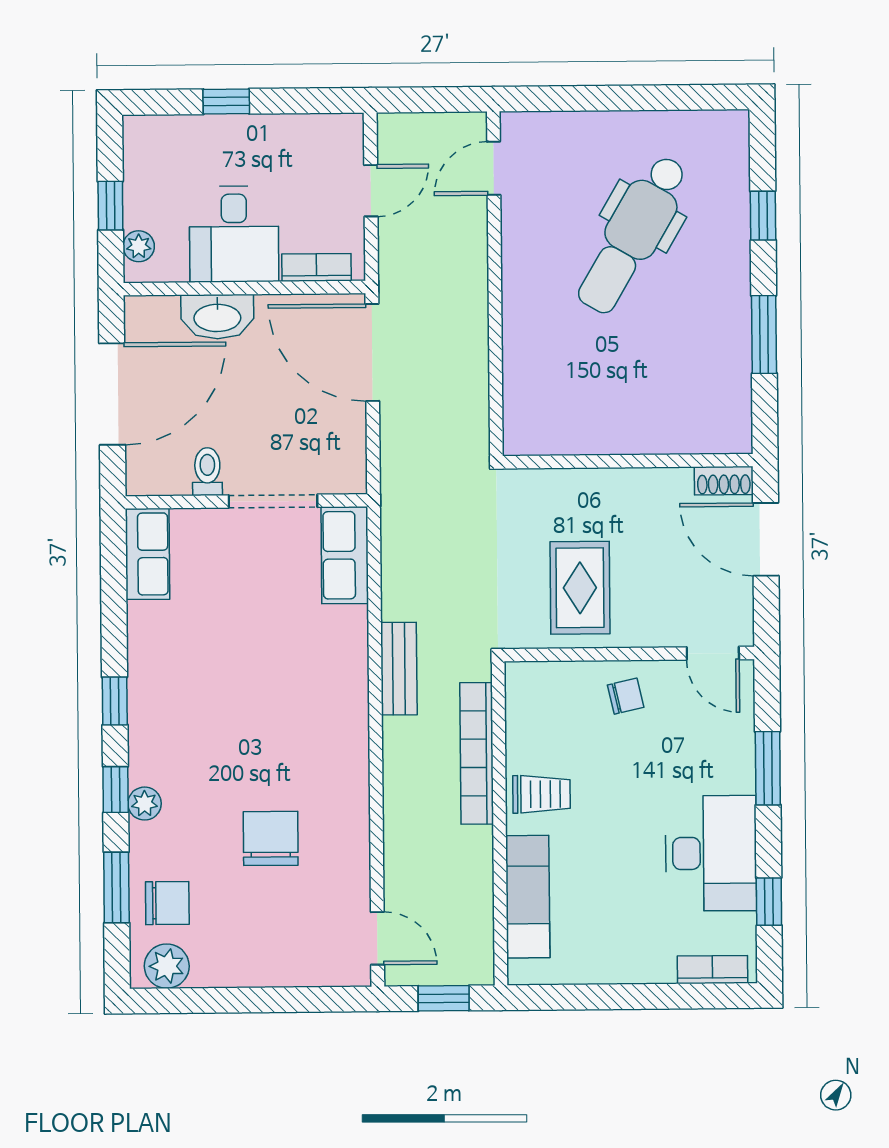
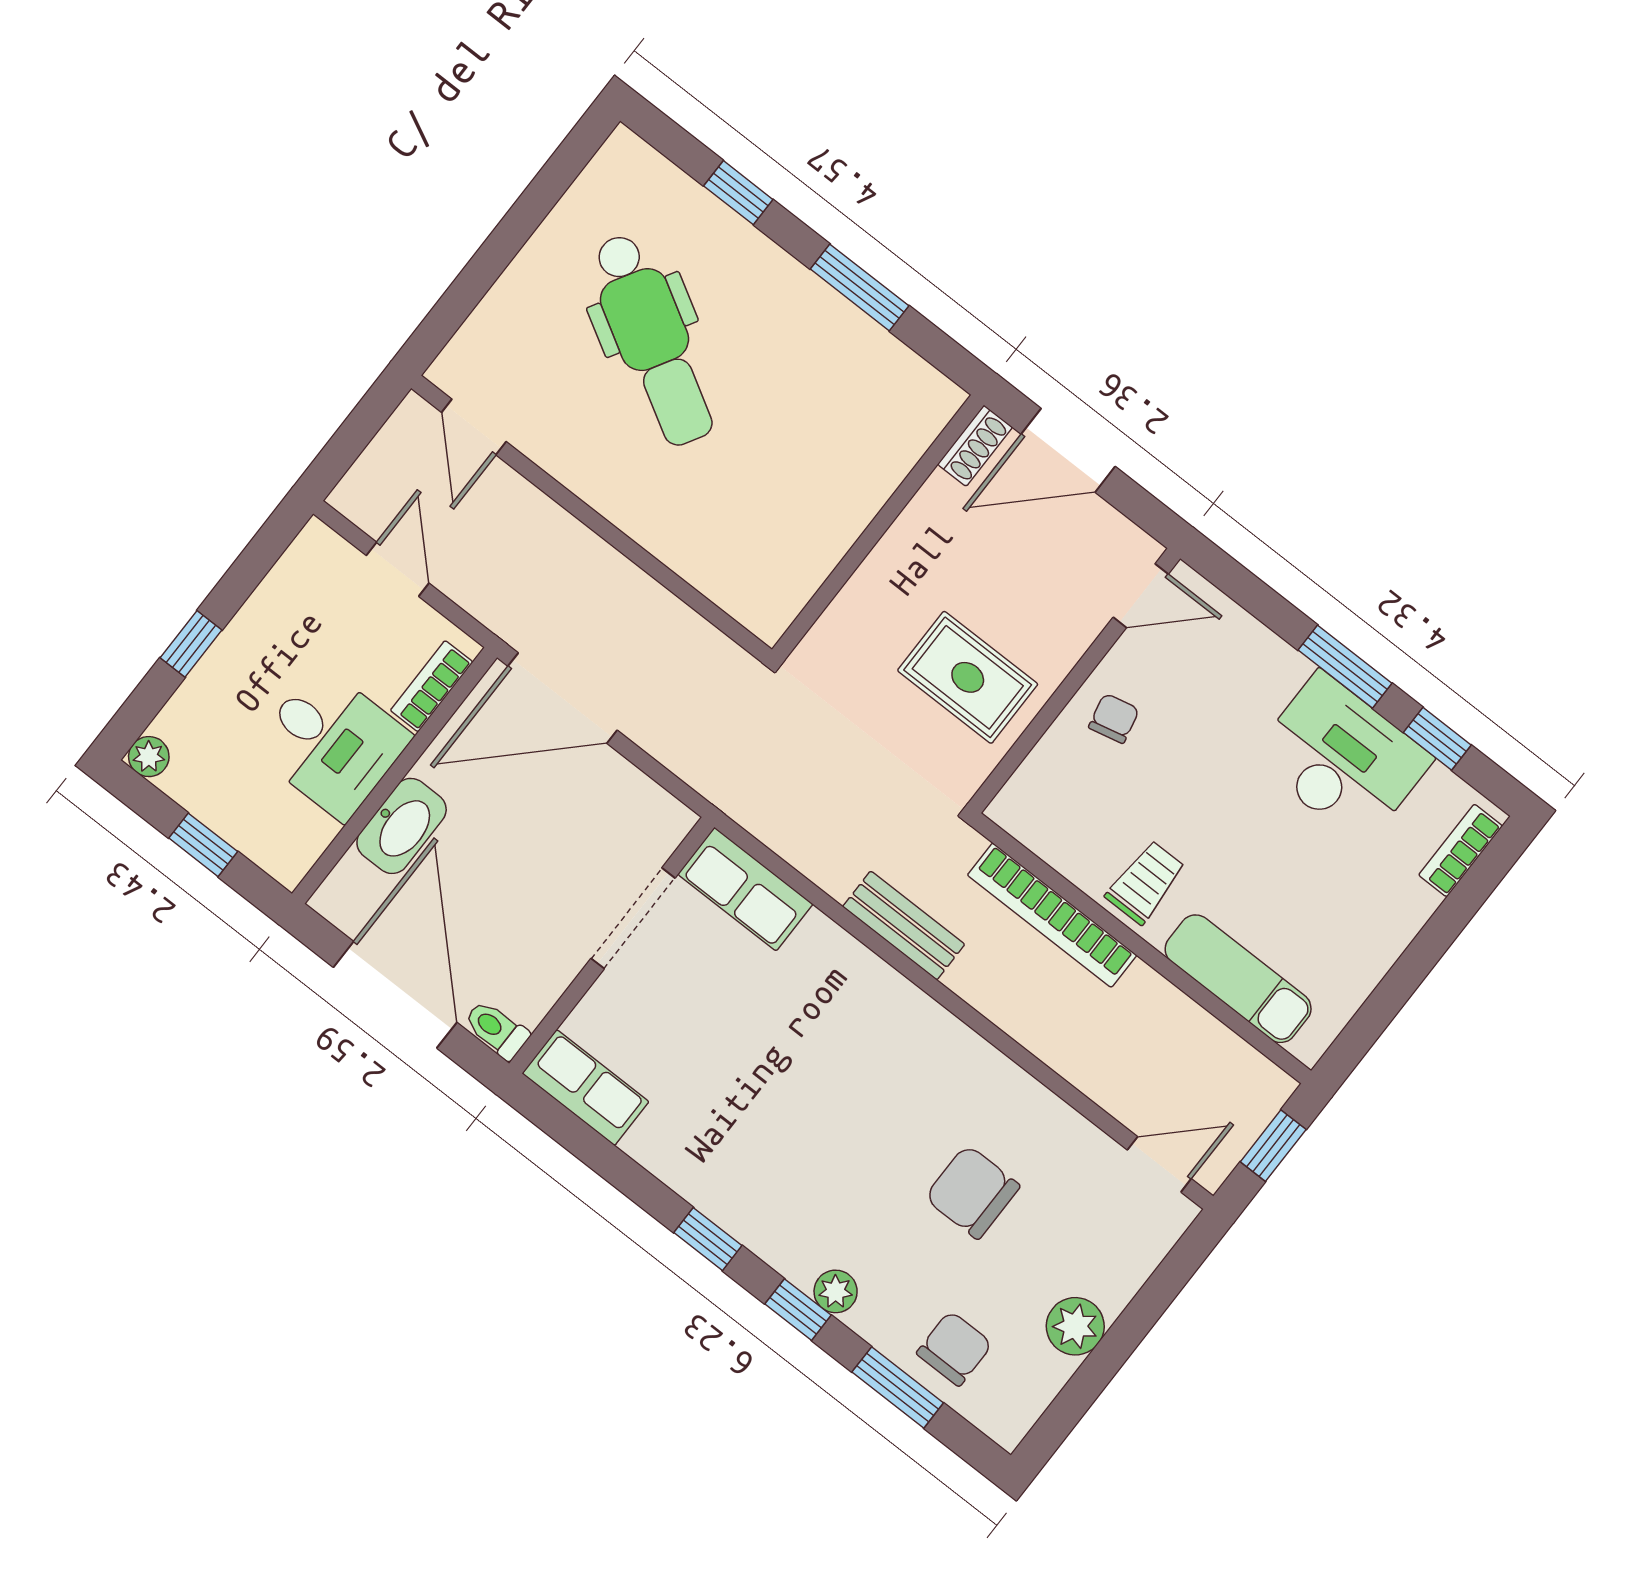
plant: (139, 246) -> (149, 757), moved
toilet: (207, 472) -> (496, 1030), moved
window: (768, 768) -> (1345, 667), moved
plant: (167, 966) -> (1075, 1326), moved

